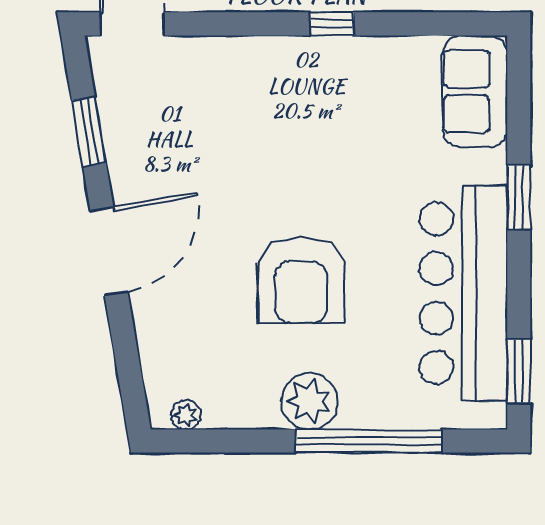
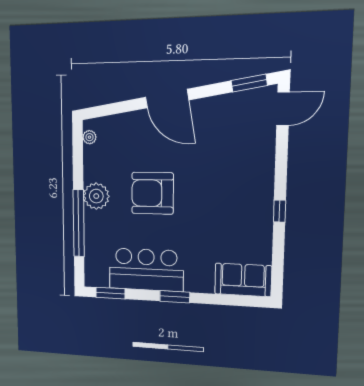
window: (89, 132) -> (249, 83), moved
window: (519, 197) -> (175, 297), moved
bar counter: (463, 293) -> (146, 270), width x0.73

